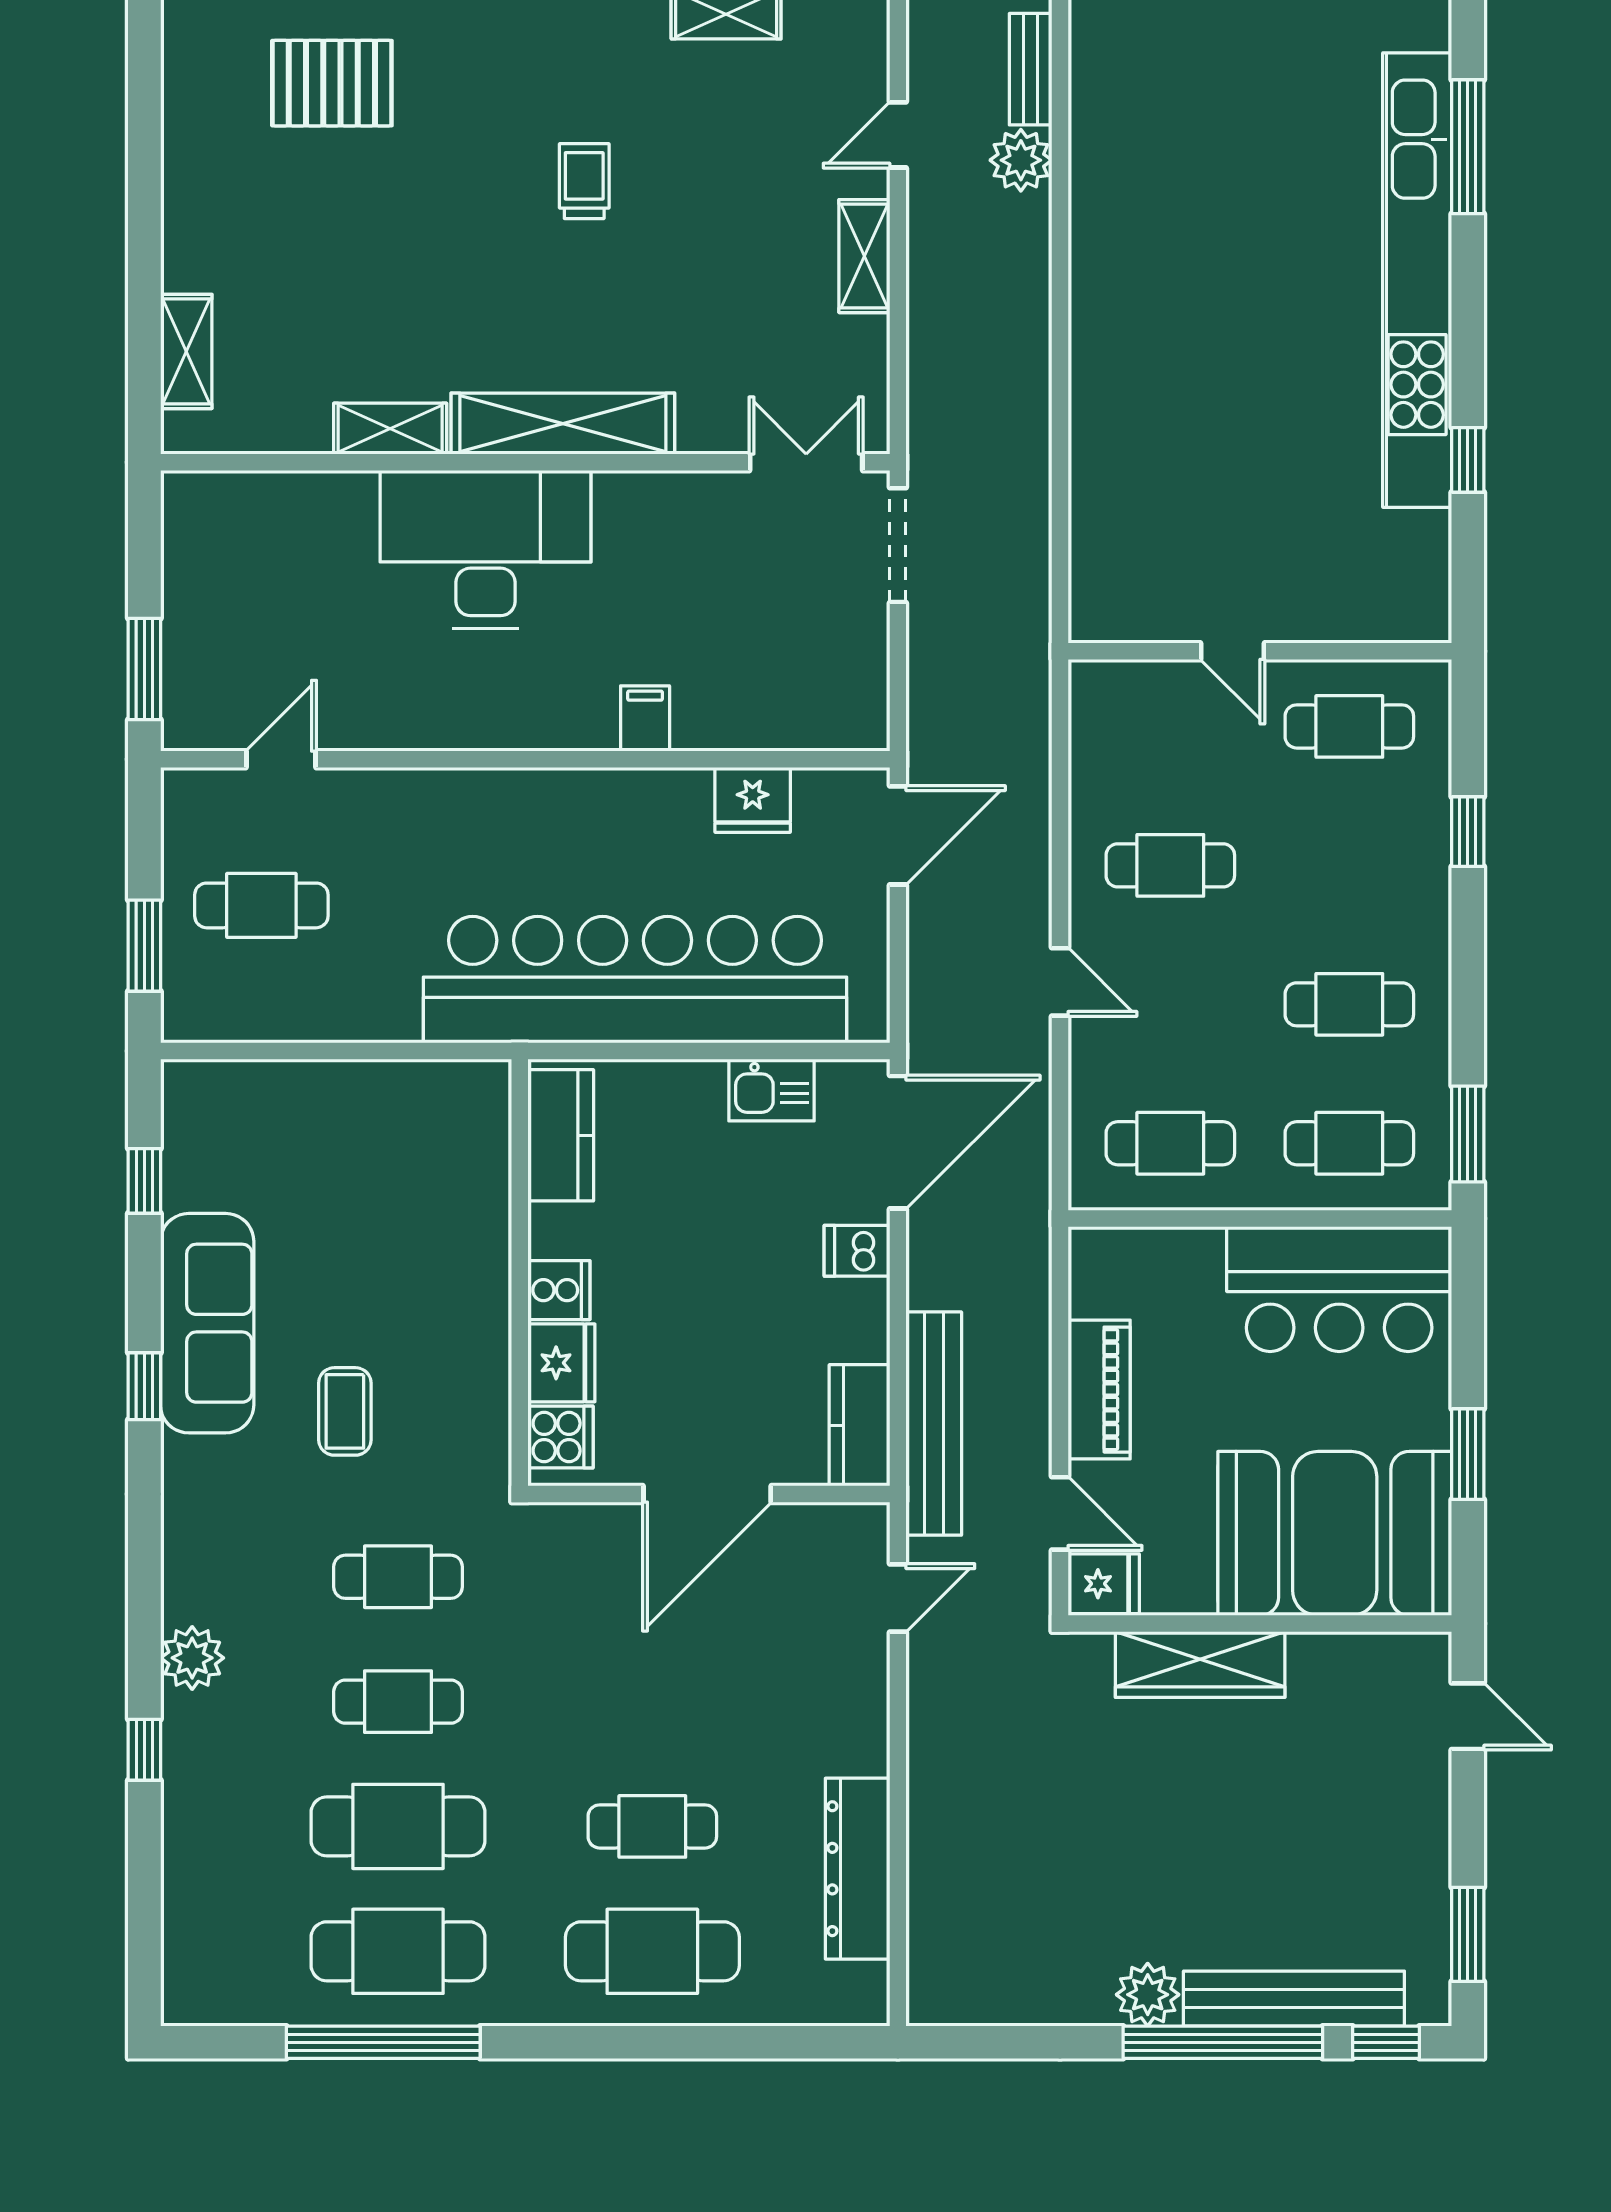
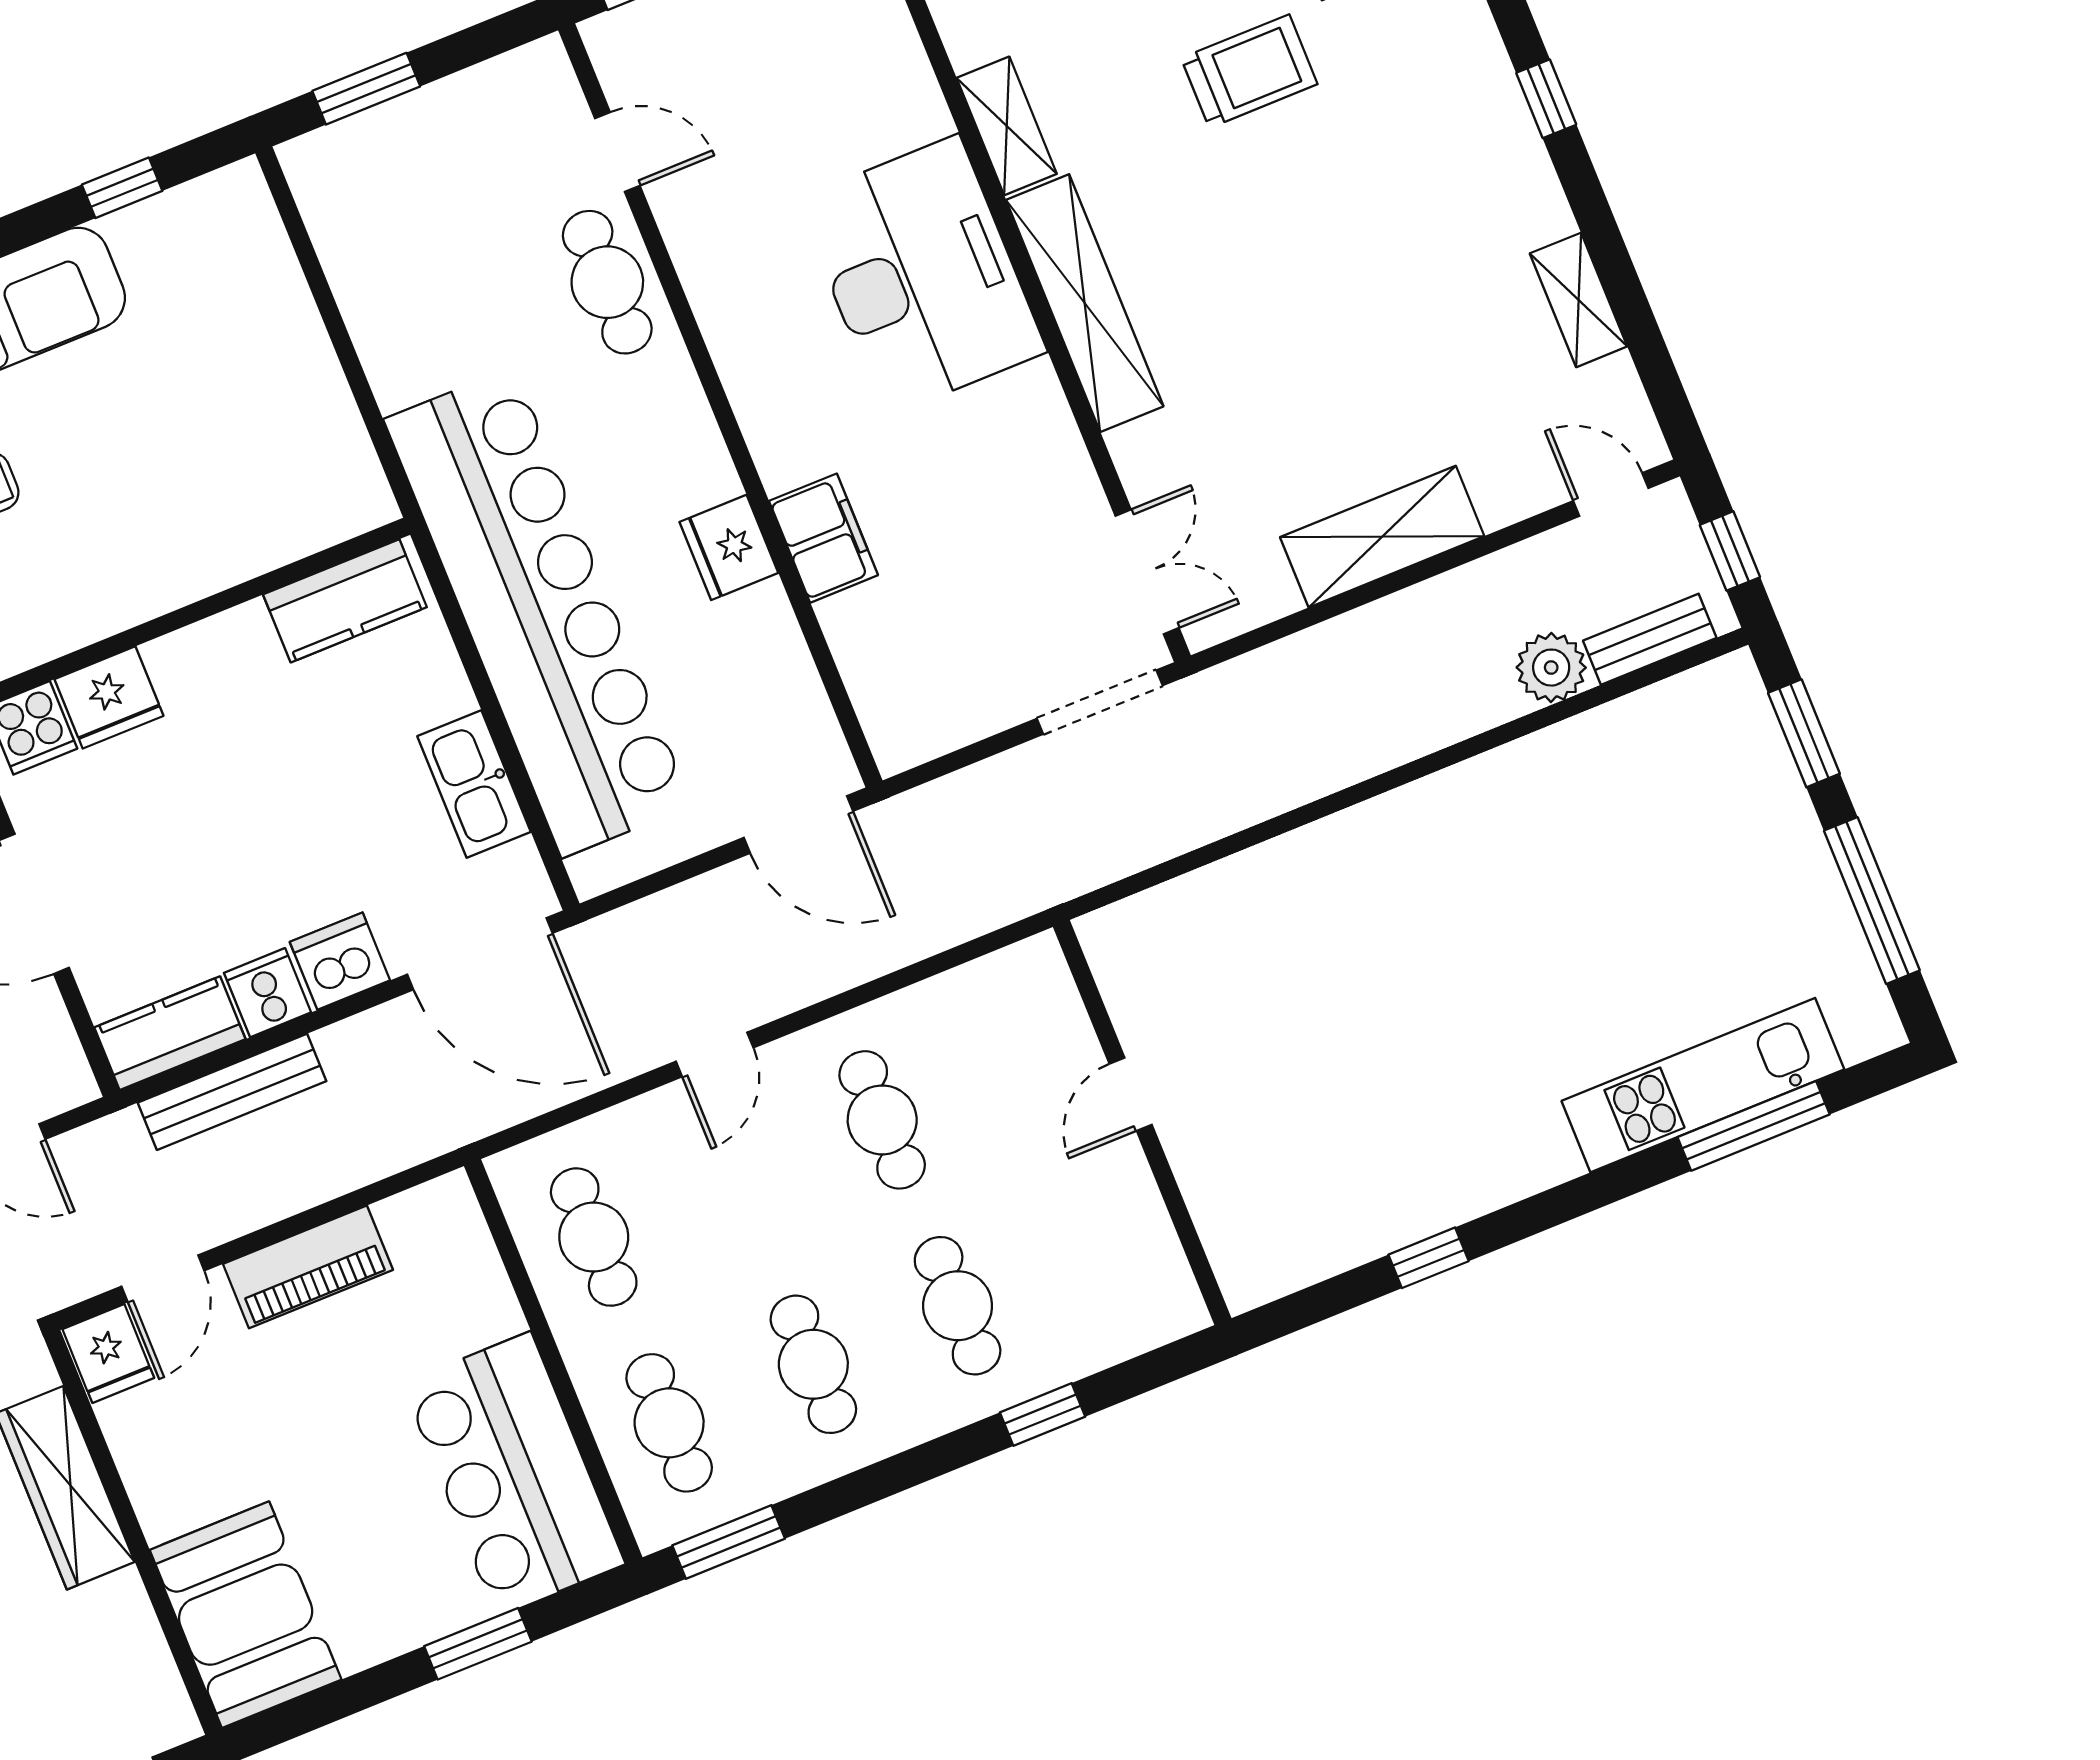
door: (898, 135) -> (1611, 495), moved
trolley: (584, 181) -> (1249, 71), moved, width x1.36, depth x1.39
shelving: (864, 256) -> (1382, 537), width x1.50, depth x1.33
kitchen unit: (1417, 280) -> (1703, 1085), width x0.54
filing cabinet: (645, 718) -> (824, 538), width x2.00
cafe table: (1349, 726) -> (958, 1306), moved
fridge: (753, 800) -> (729, 547), moved
cafe table: (261, 905) -> (607, 282), moved
kitchen sink: (771, 1090) -> (474, 784), width x1.38
dishwasher: (857, 1251) -> (340, 961), width x1.38
cooker: (559, 1290) -> (268, 993), moved, turned 180
bench: (934, 1424) -> (232, 1092), width x0.73, depth x0.82
window: (1468, 1454) -> (478, 1644), moved
booth: (1335, 1533) -> (246, 1615), width x0.73, depth x0.70

